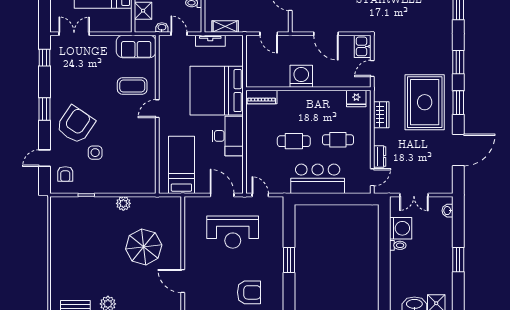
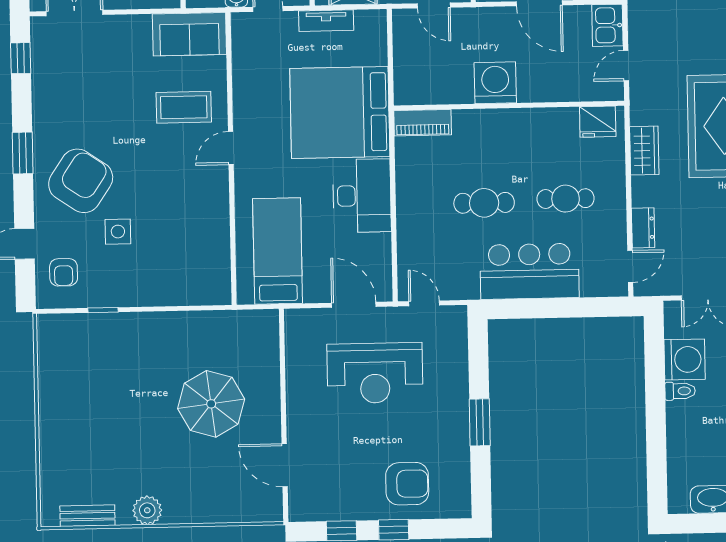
plant: (123, 203) -> (172, 324), removed

